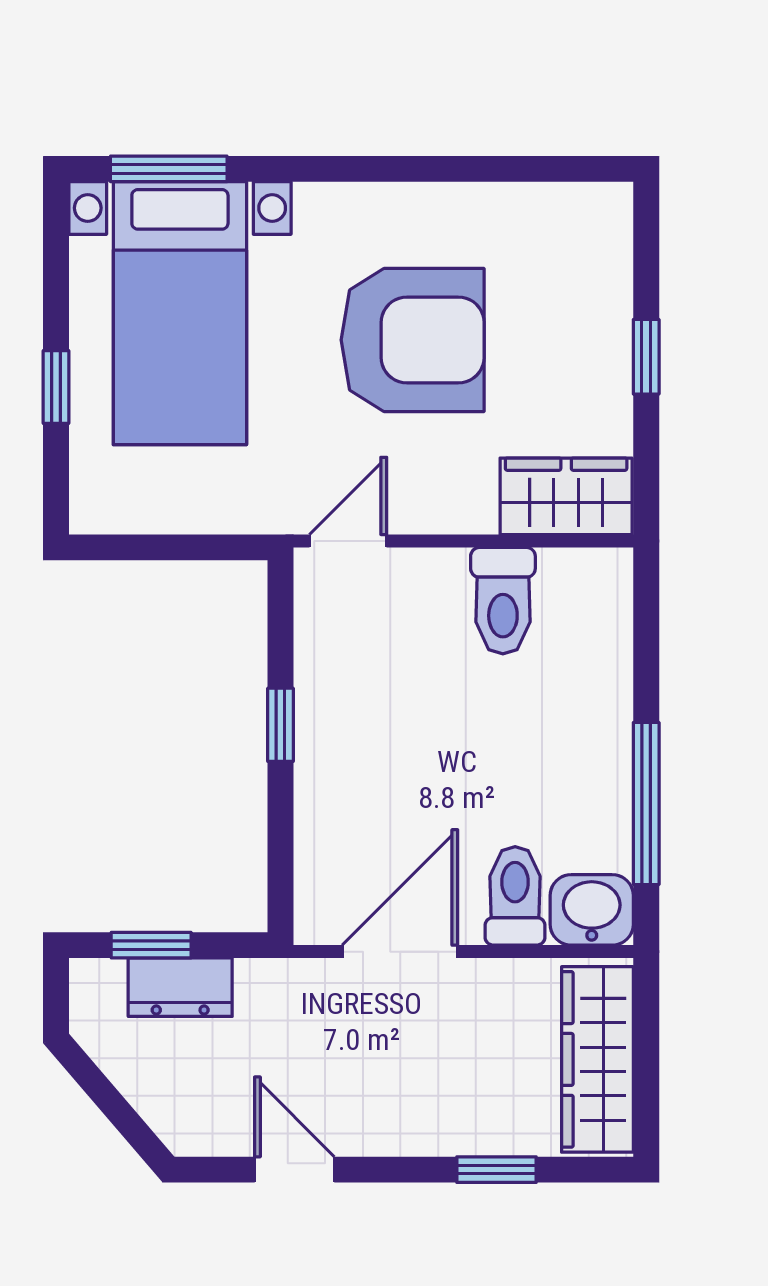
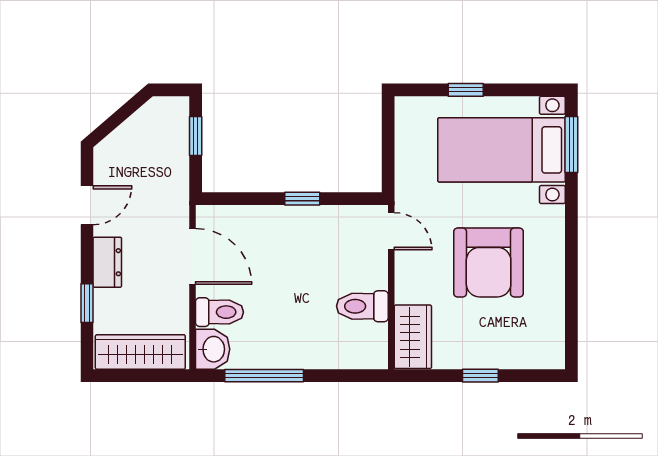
dresser: (180, 987) -> (107, 262), moved, turned 180

